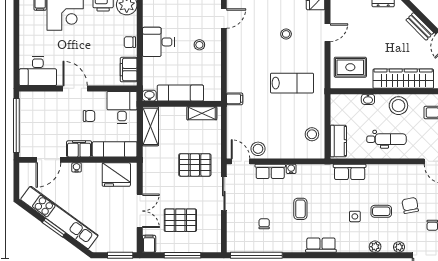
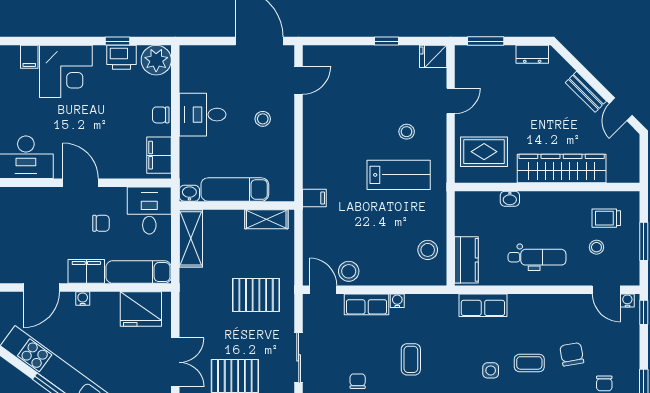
stool: (286, 34) -> (407, 132), moved
stool: (398, 106) -> (596, 247), moved, width x0.53, depth x0.53
sliding door: (224, 194) -> (299, 358), moved

